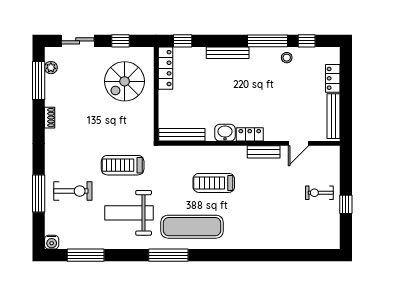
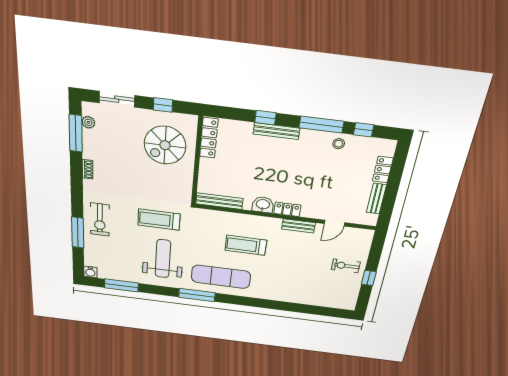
window: (183, 41) -> (265, 118), moved
bench: (333, 116) -> (376, 199), width x0.73
exercise bike: (73, 191) -> (100, 219), moved, turned 90
weight bench: (129, 213) -> (163, 259), turned 90

